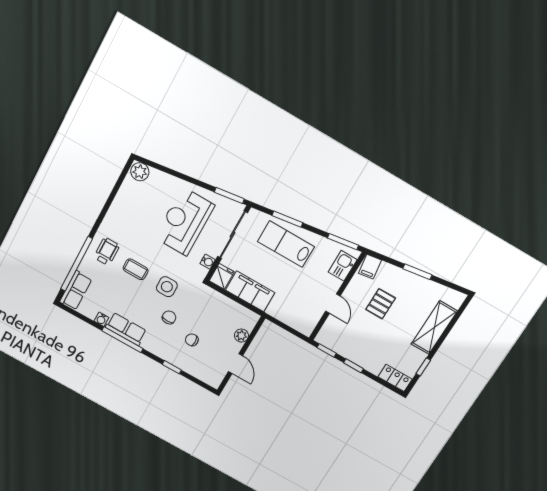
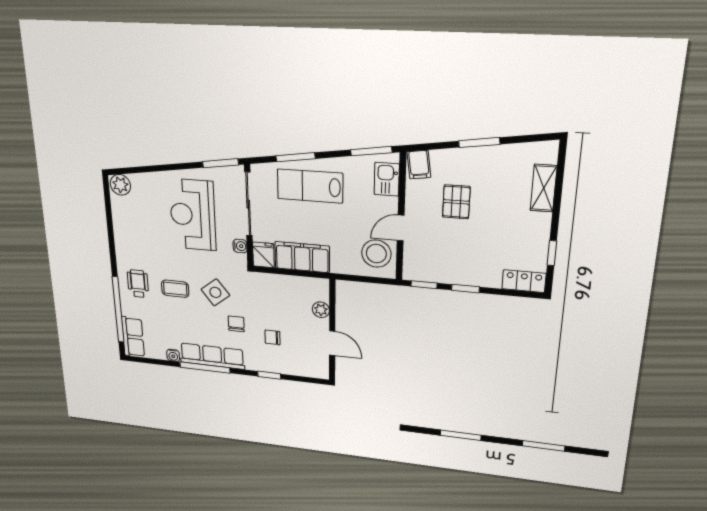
side table: (167, 287) -> (215, 292), turned -38
door: (333, 304) -> (401, 228), swing flipped
stool: (306, 314) -> (376, 254), added
shelving: (434, 328) -> (544, 188), width x0.67, depth x0.75
row of seats: (126, 329) -> (212, 356), width x1.48

